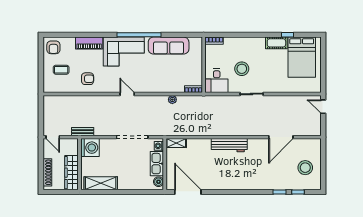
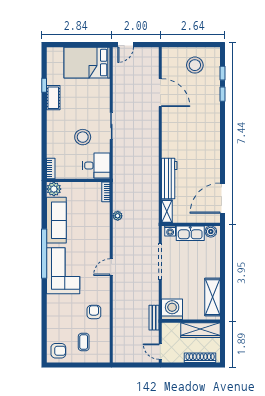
piano: (89, 43) -> (53, 310), removed
plant: (196, 43) -> (54, 189), added
bed: (302, 57) -> (87, 63), moved, turned 180
door: (53, 137) -> (160, 352), swing flipped
workbench: (229, 145) -> (169, 179), moved

